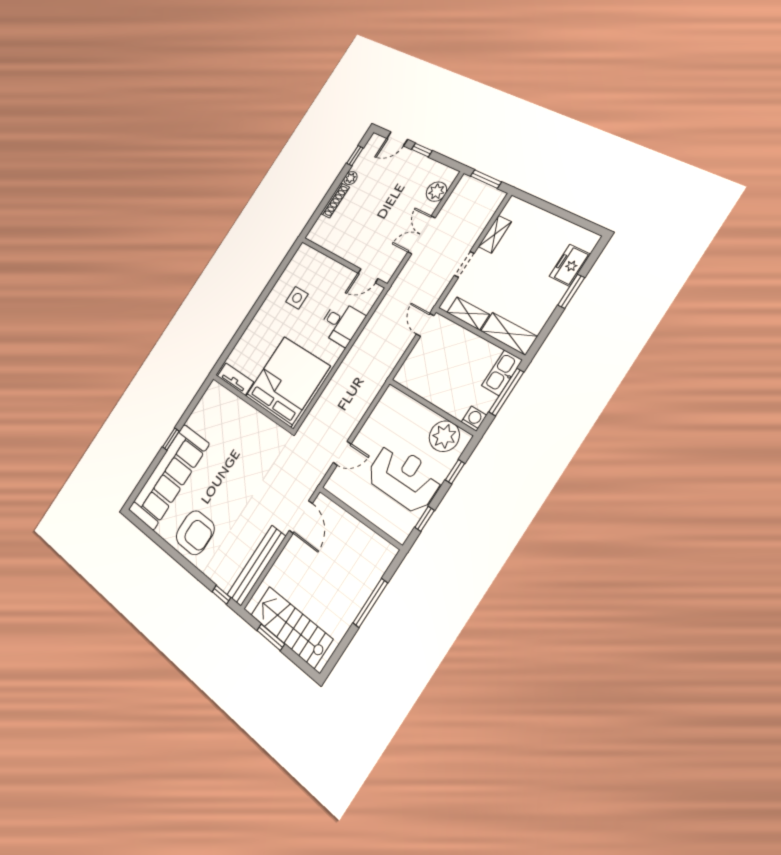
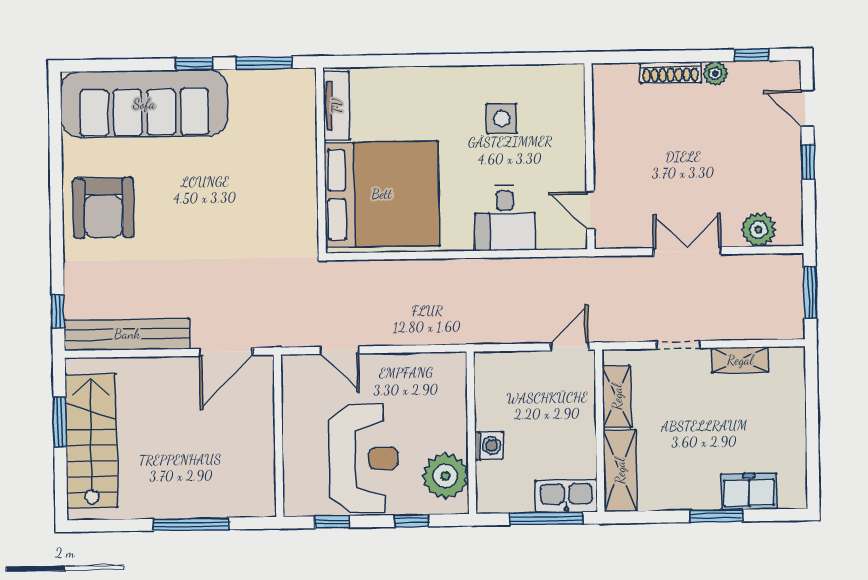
window: (194, 403) -> (264, 63), added
washing machine: (474, 419) -> (489, 446), moved

